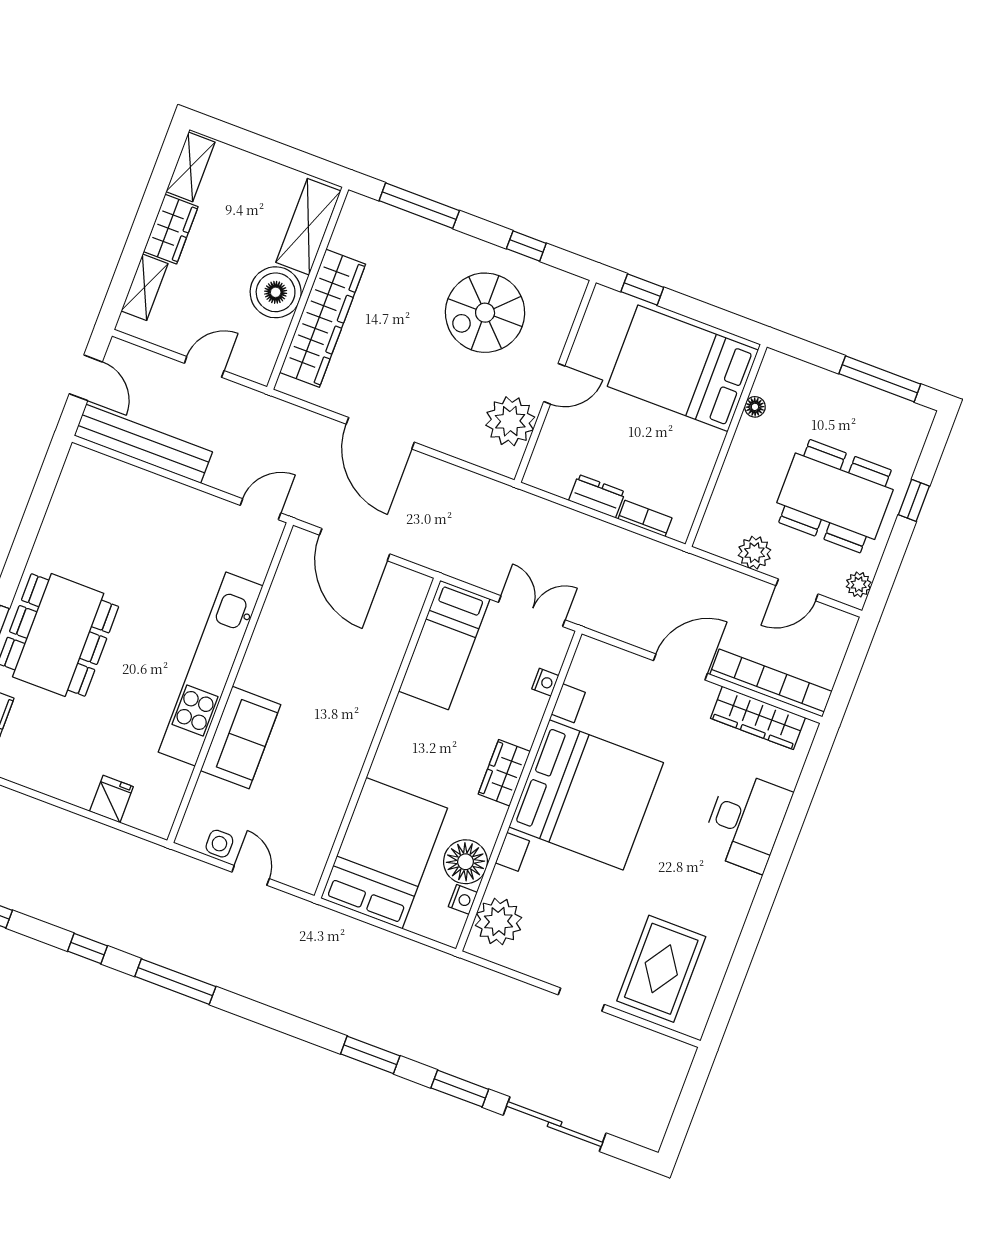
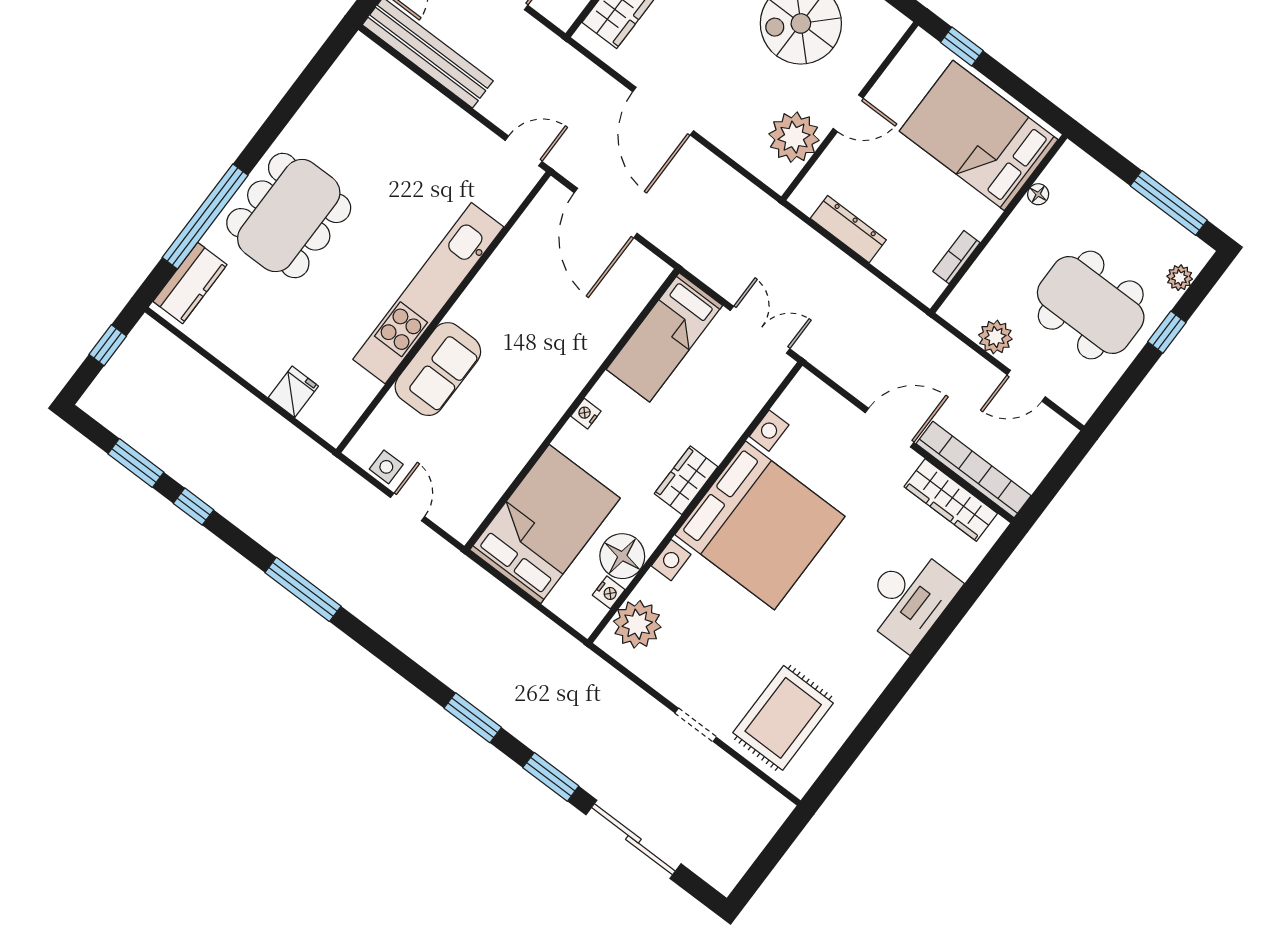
dresser: (597, 496) -> (848, 229), width x1.44
bookcase: (645, 519) -> (956, 257), moved, turned -90
plant: (859, 584) -> (1180, 278), moved
nightstand: (545, 682) -> (586, 414), moved, turned 180
window: (87, 949) -> (193, 507), moved

